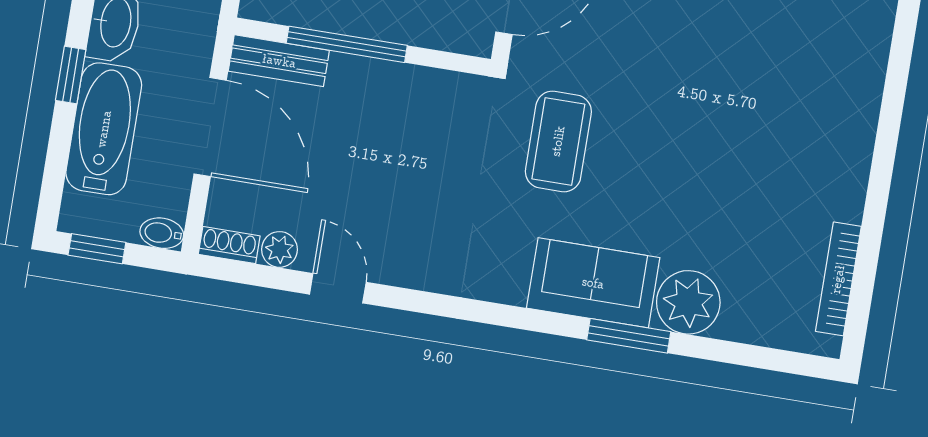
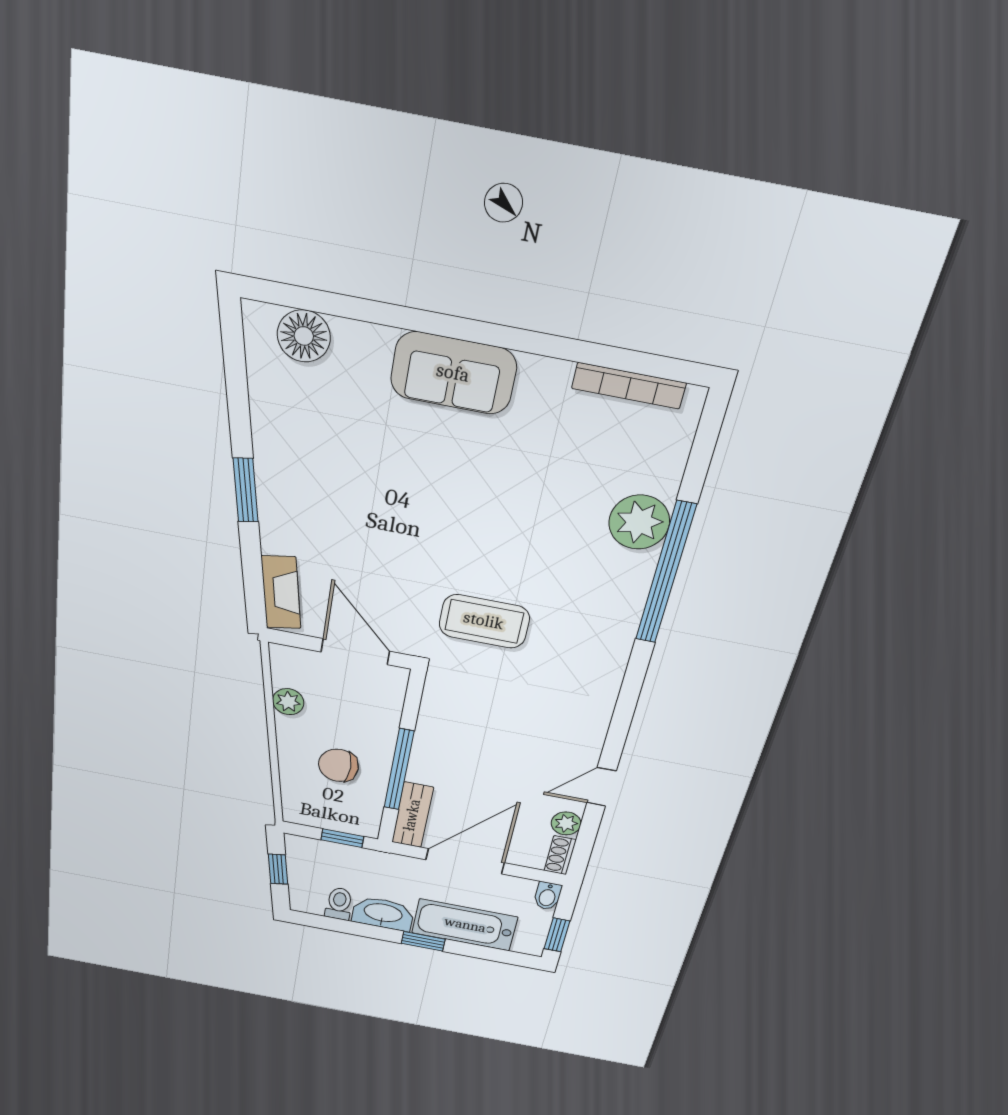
sofa: (593, 283) -> (453, 373), moved, turned -90
window: (629, 336) -> (665, 573), width x2.11

